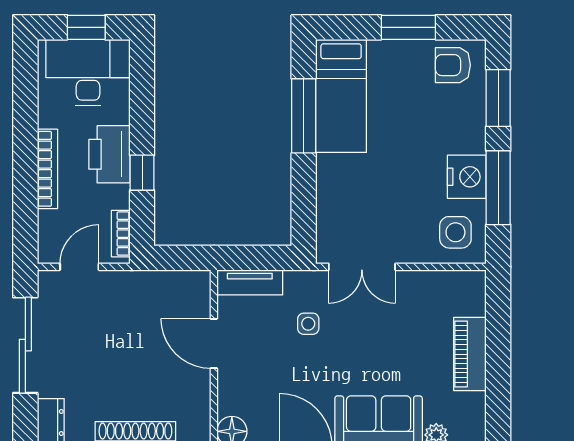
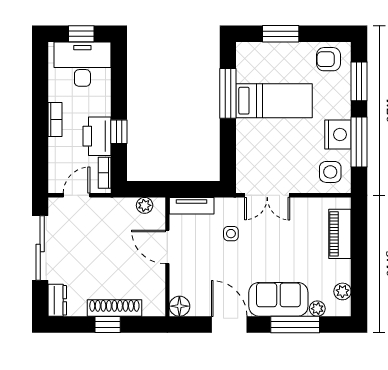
window: (408, 27) -> (281, 34), moved
bed: (341, 96) -> (274, 101), moved, turned -90
printer: (109, 154) -> (97, 136), moved
bookcase: (47, 169) -> (55, 120), width x0.64
plant: (180, 282) -> (145, 205), added
piano: (470, 354) -> (340, 234), moved
plant: (474, 409) -> (342, 291), added

